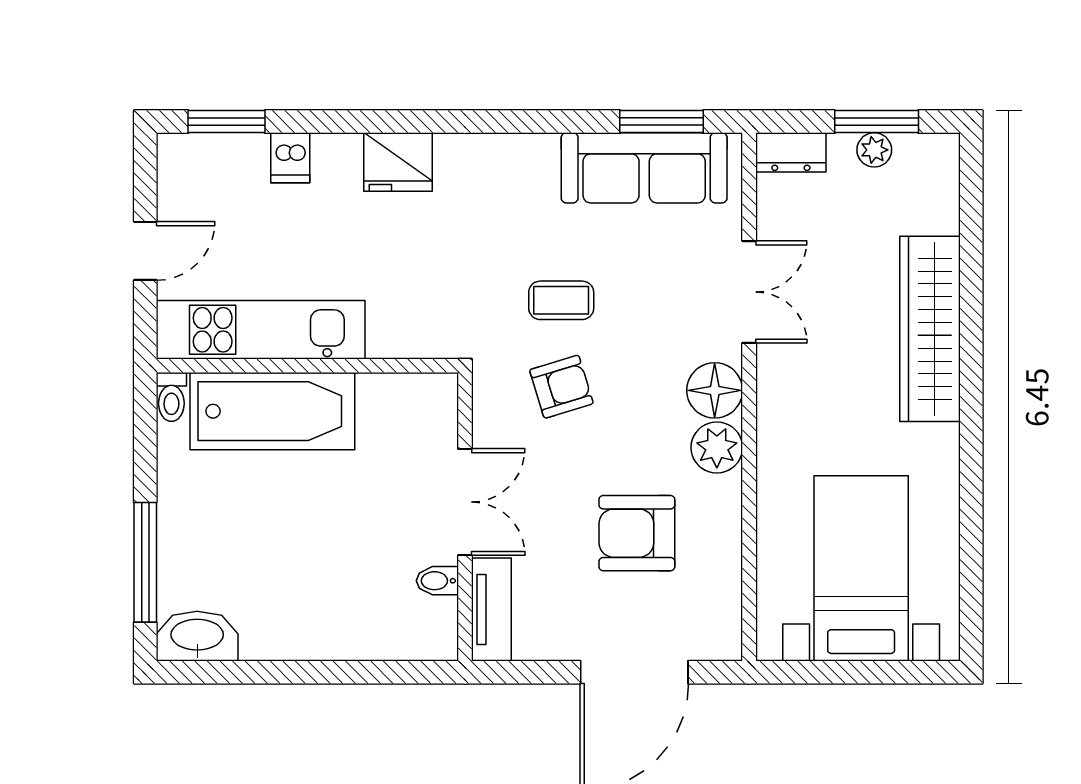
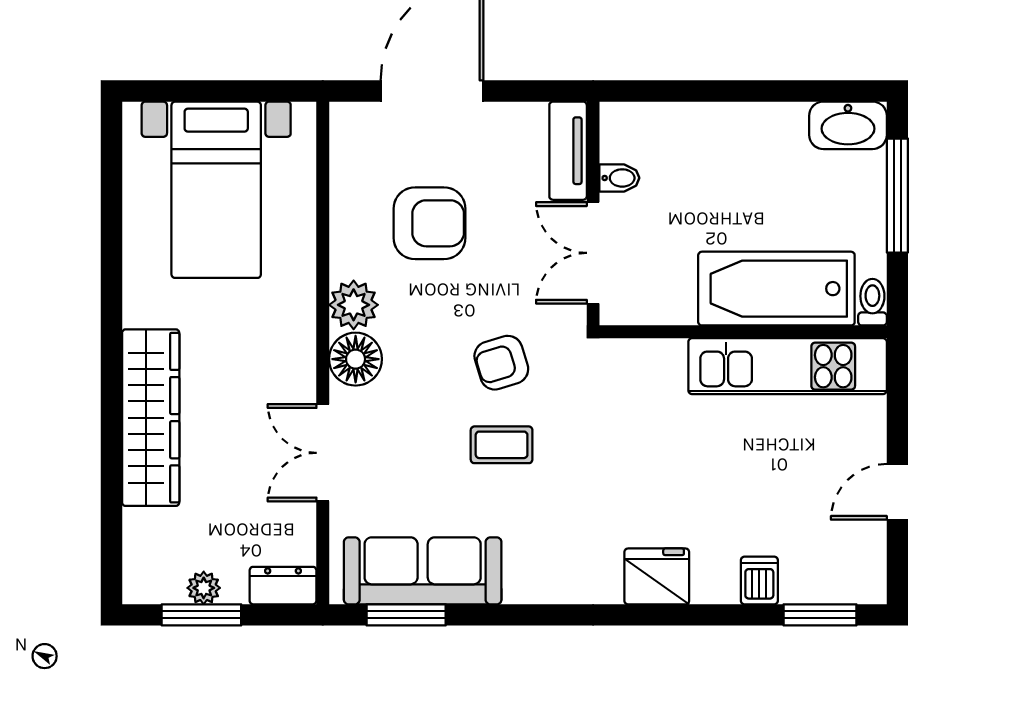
kitchen unit: (261, 330) -> (788, 366), moved
wall: (307, 366) -> (743, 332), moved
toilet: (171, 397) -> (872, 302), moved
bathtub: (272, 411) -> (776, 289), moved

